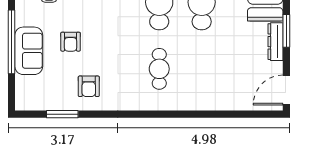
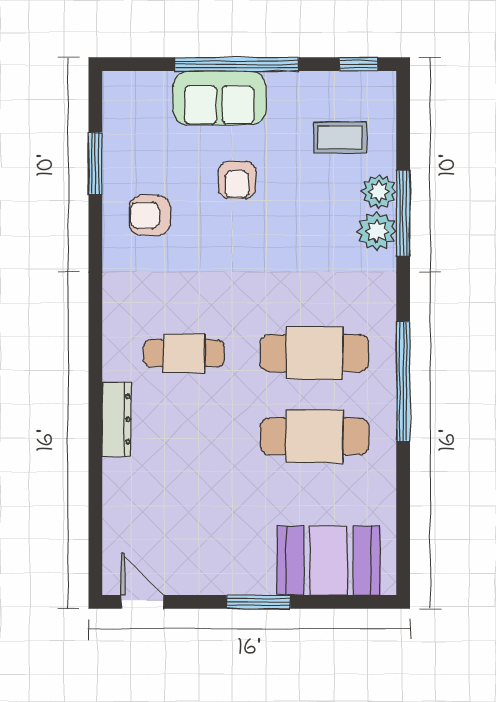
armchair: (71, 42) -> (237, 180), turned -90
dresser: (275, 42) -> (117, 419), moved, turned 90
door: (286, 90) -> (142, 602), width x0.73

